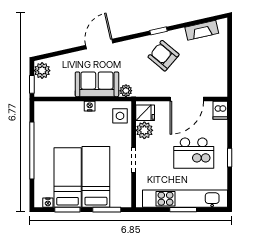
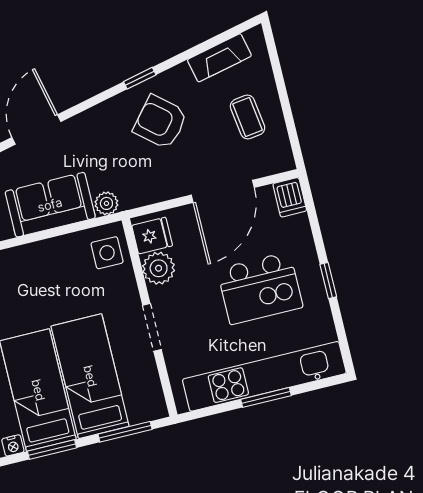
coffee table: (209, 64) -> (248, 117), added
nightstand: (90, 106) -> (47, 248), removed

